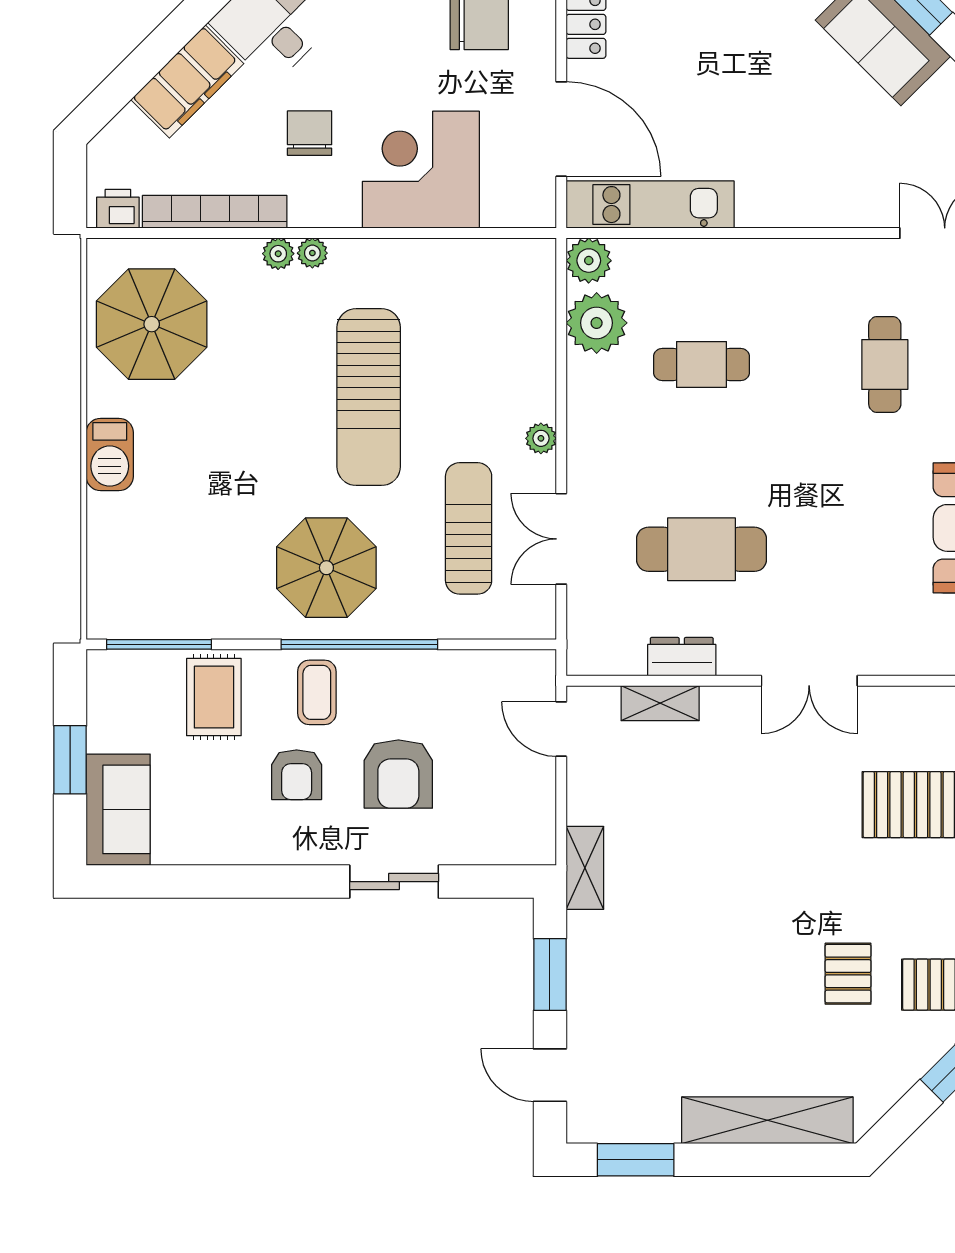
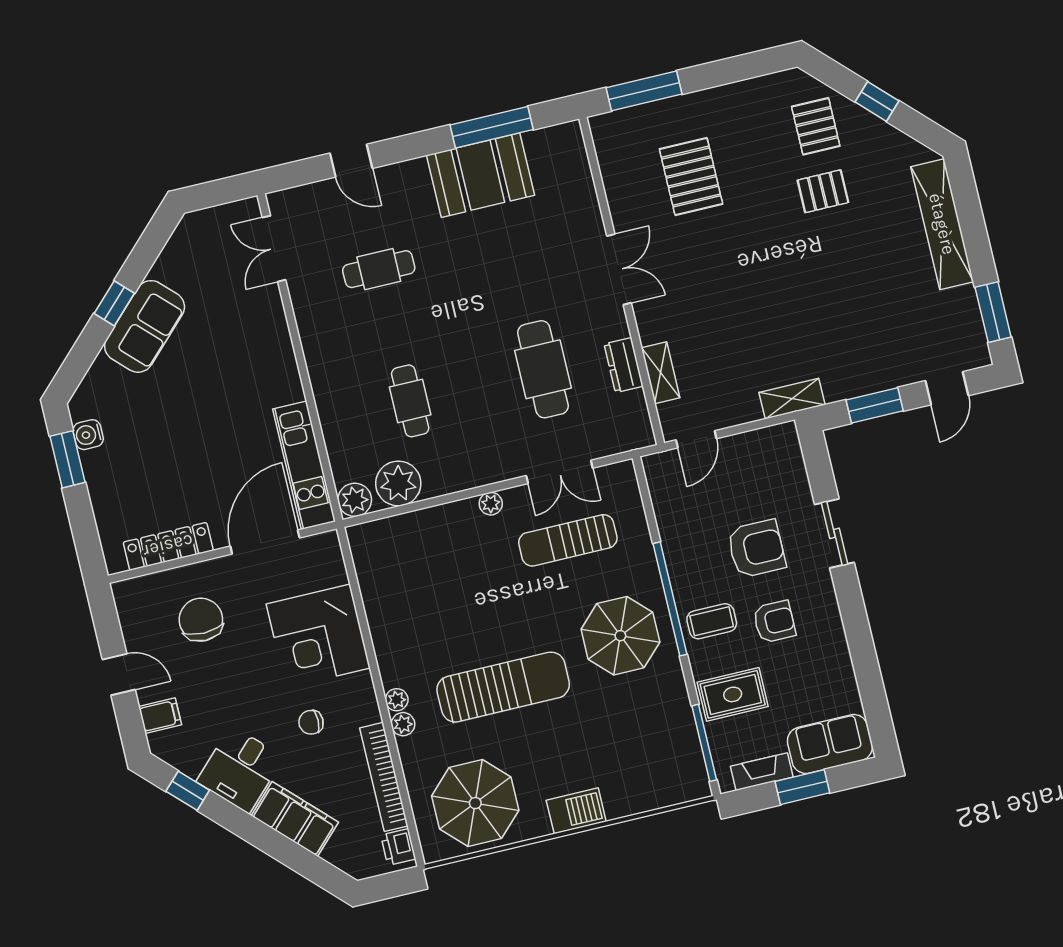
chair: (310, 133) -> (311, 722), width x0.73, depth x0.73
sun lounger: (369, 397) -> (503, 687), moved
fireplace: (103, 711) -> (762, 772), added

